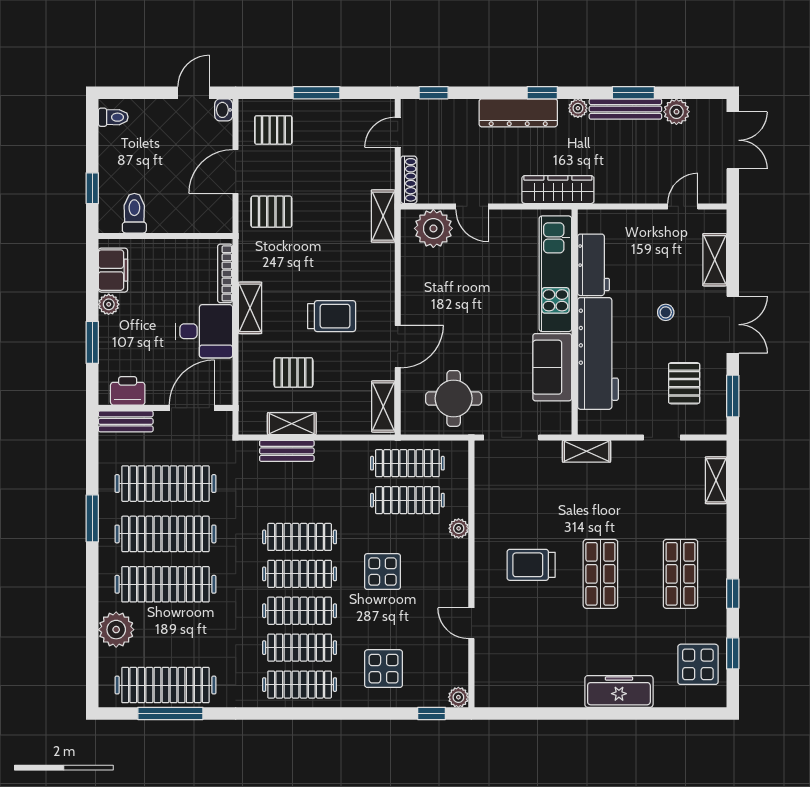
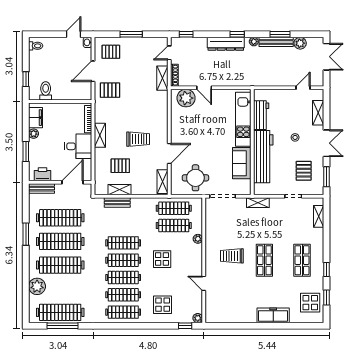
wardrobe: (558, 190) -> (244, 80), removed
shelving: (383, 216) -> (162, 78), moved

